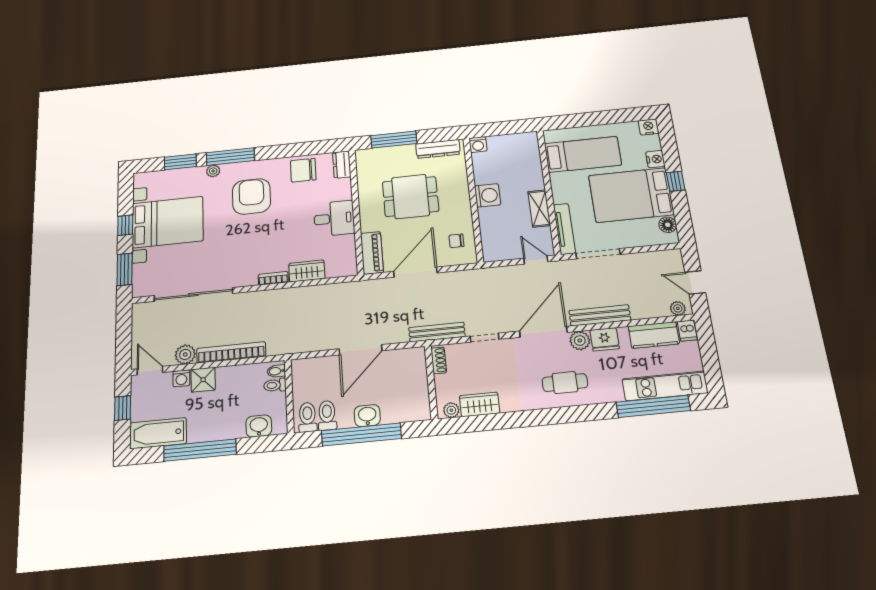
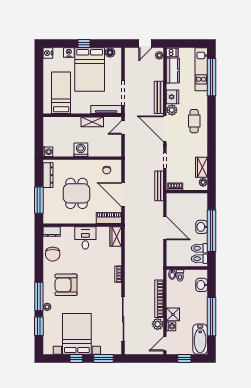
wardrobe: (307, 271) -> (116, 237), moved

